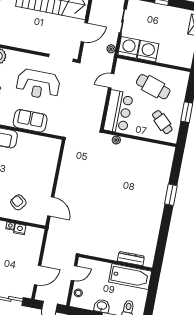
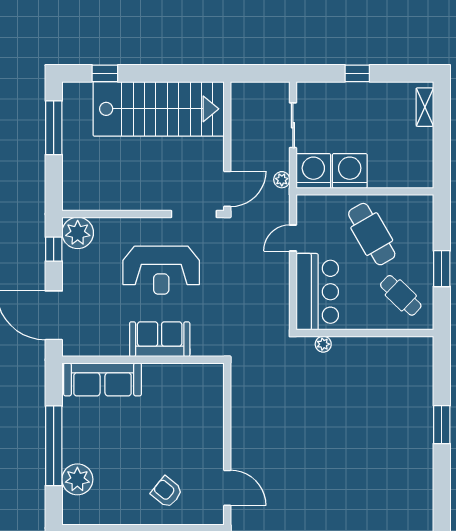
door: (84, 32) -> (227, 189), moved
cafe table: (153, 87) -> (372, 234), turned 42

